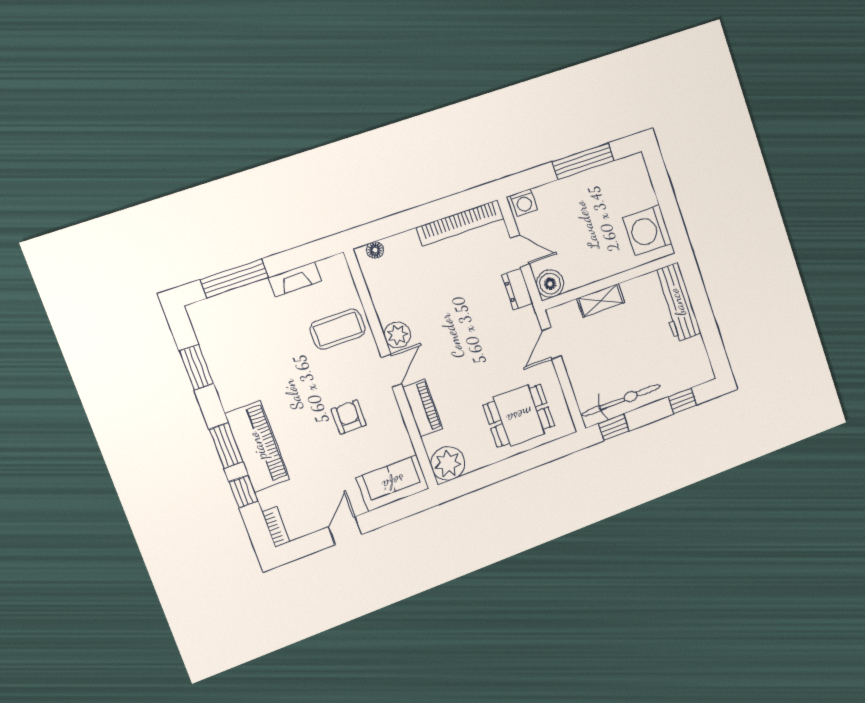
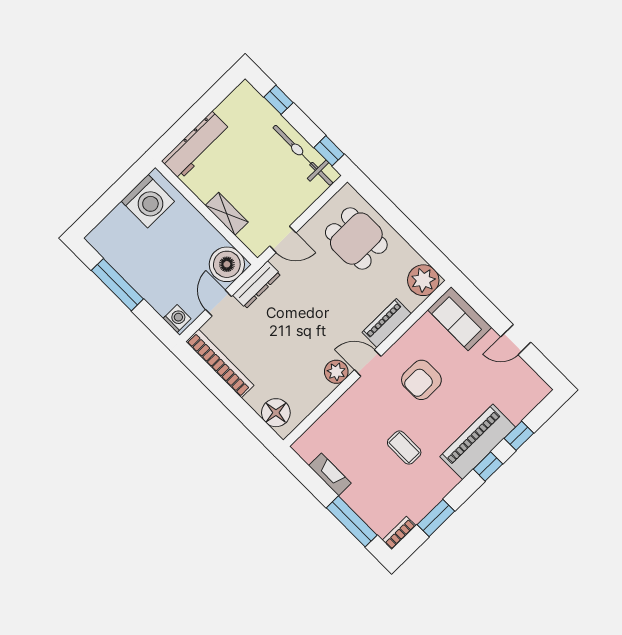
floor lamp: (375, 250) -> (276, 413), width x1.89, depth x1.89
boiler: (550, 284) -> (227, 264), width x1.37, depth x1.37
dresser: (517, 289) -> (257, 285), width x1.44
coffee table: (338, 329) -> (404, 448), moved, width x0.73, depth x0.77
armchair: (349, 417) -> (421, 380), width x1.38, depth x1.38
window: (226, 446) -> (488, 466), width x0.67
bookcase: (276, 527) -> (399, 533), moved

